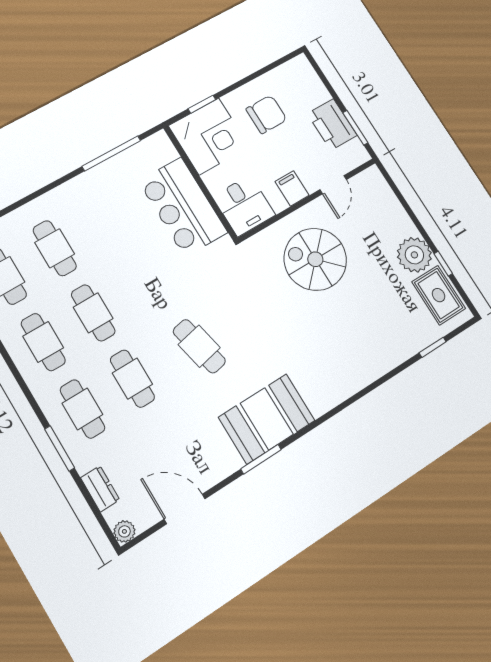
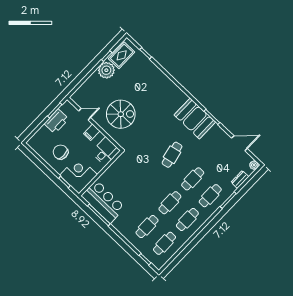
bar counter: (183, 207) -> (103, 202), moved, turned -90
spiral stairs: (315, 259) -> (121, 114), turned -90
door: (185, 509) -> (239, 143), swing flipped

